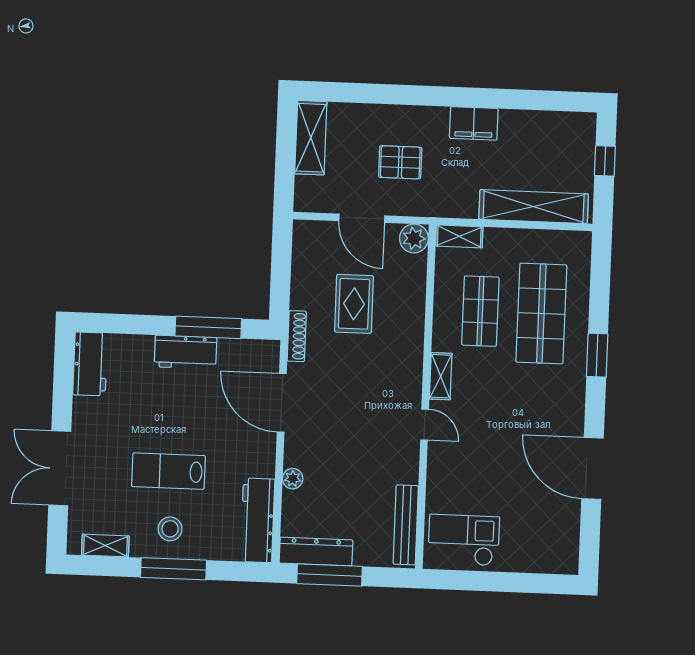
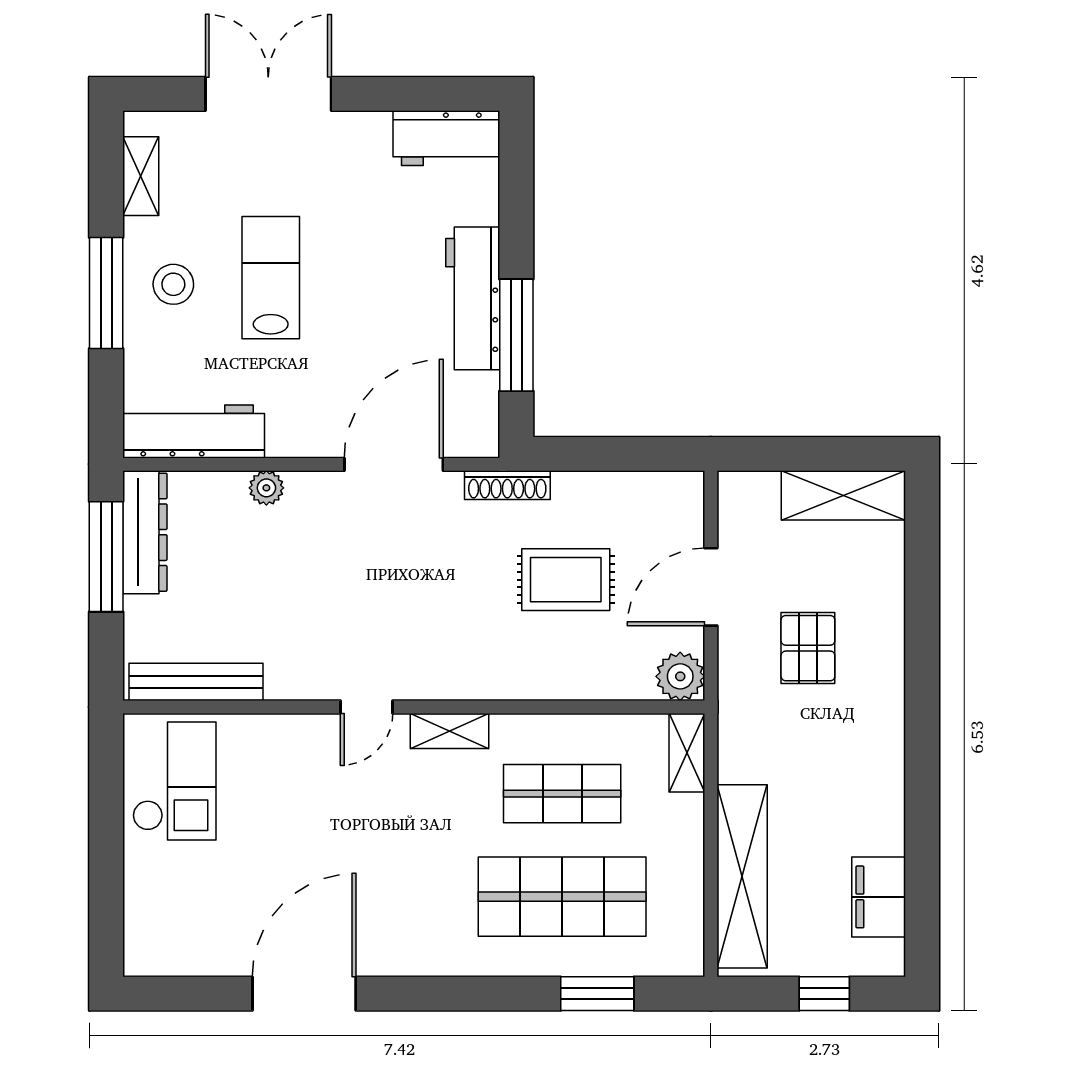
filing cabinet: (474, 123) -> (879, 897), moved
workbench: (185, 352) -> (473, 298), width x1.38
window: (597, 355) -> (597, 994), moved

